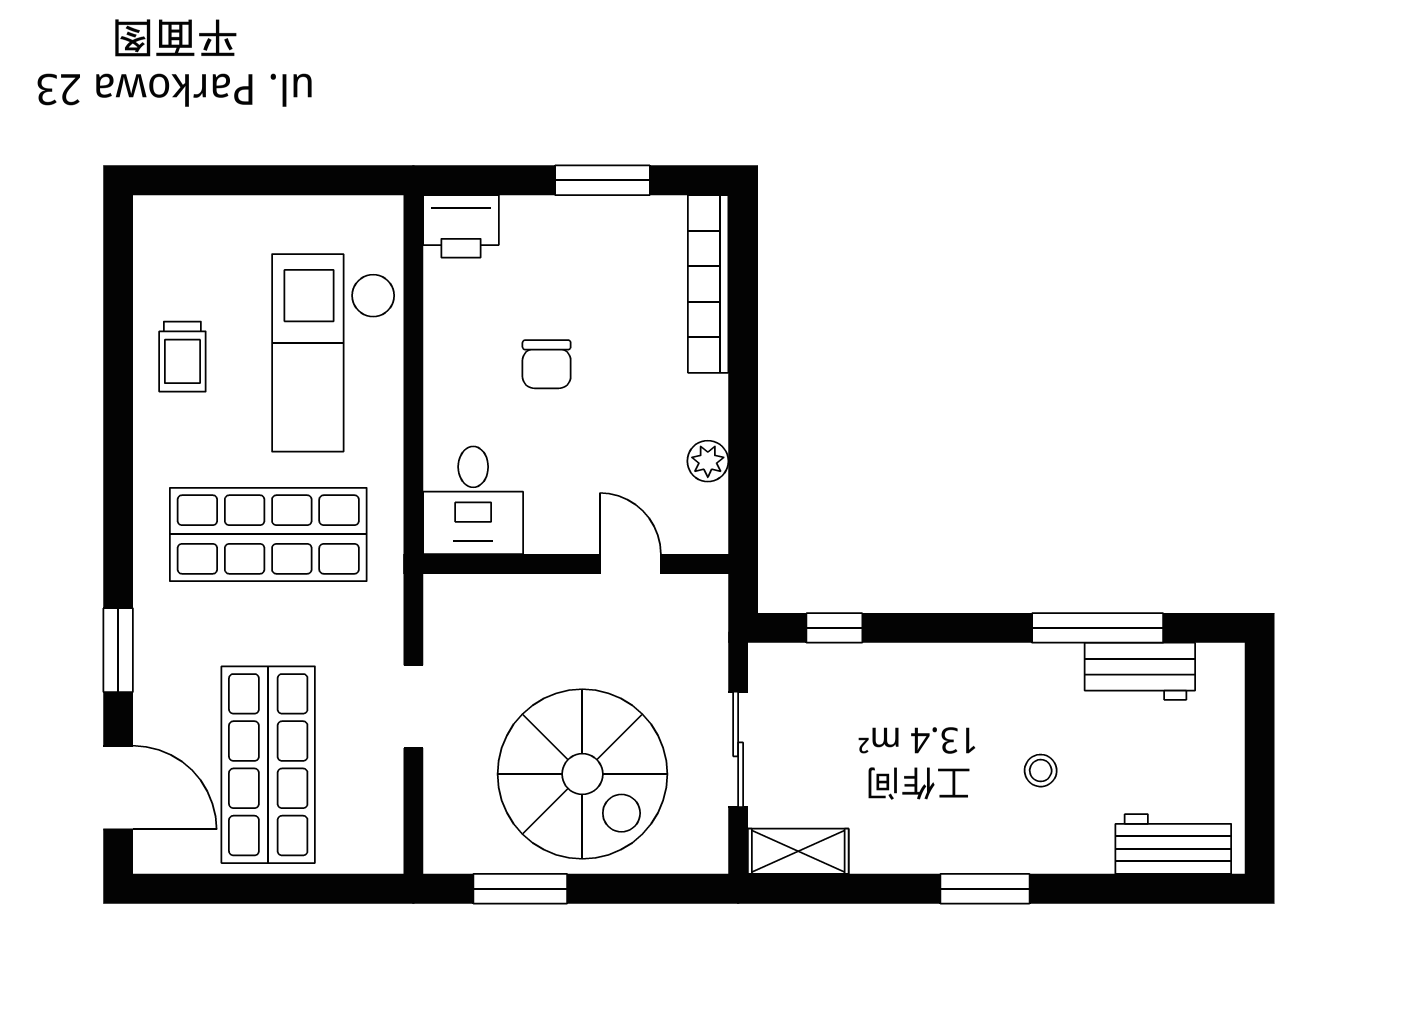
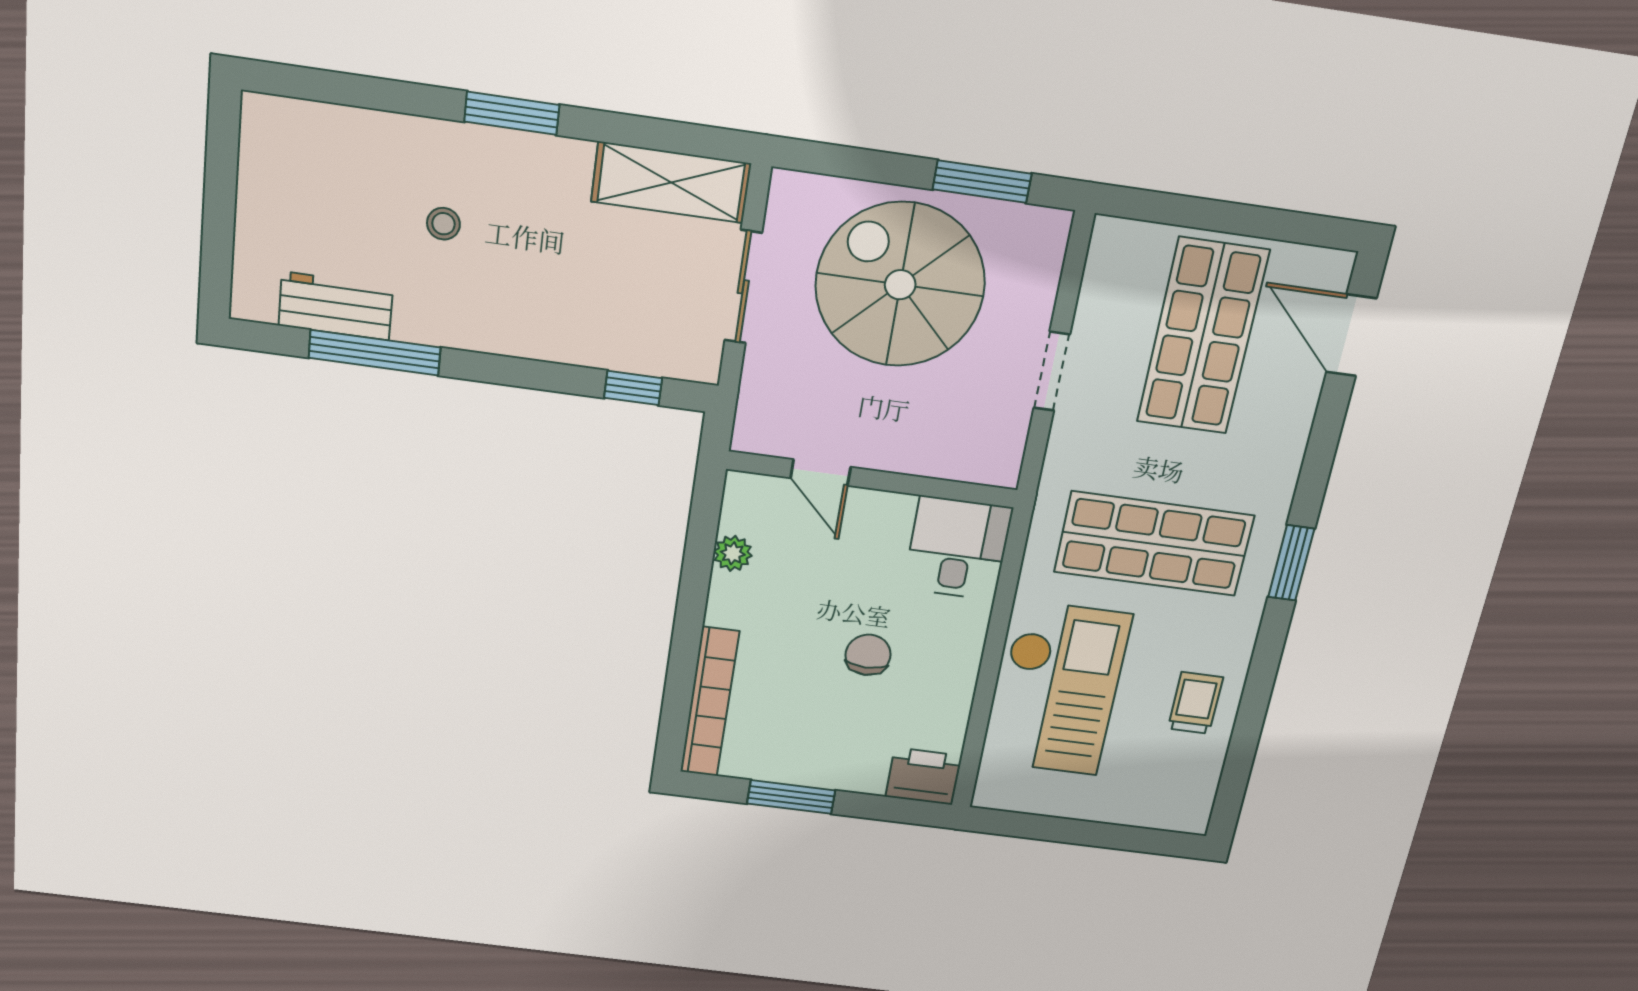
window: (118, 650) -> (1291, 563), moved
workbench: (1173, 844) -> (313, 131), removed
shelving: (798, 851) -> (671, 182), width x1.50, depth x1.33

